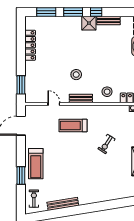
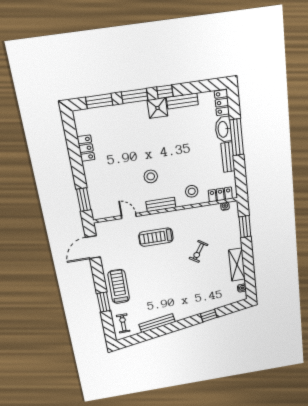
locker: (30, 45) -> (86, 148), width x0.66
treadmill: (36, 164) -> (119, 286), turned 180
window: (108, 205) -> (209, 316), added

